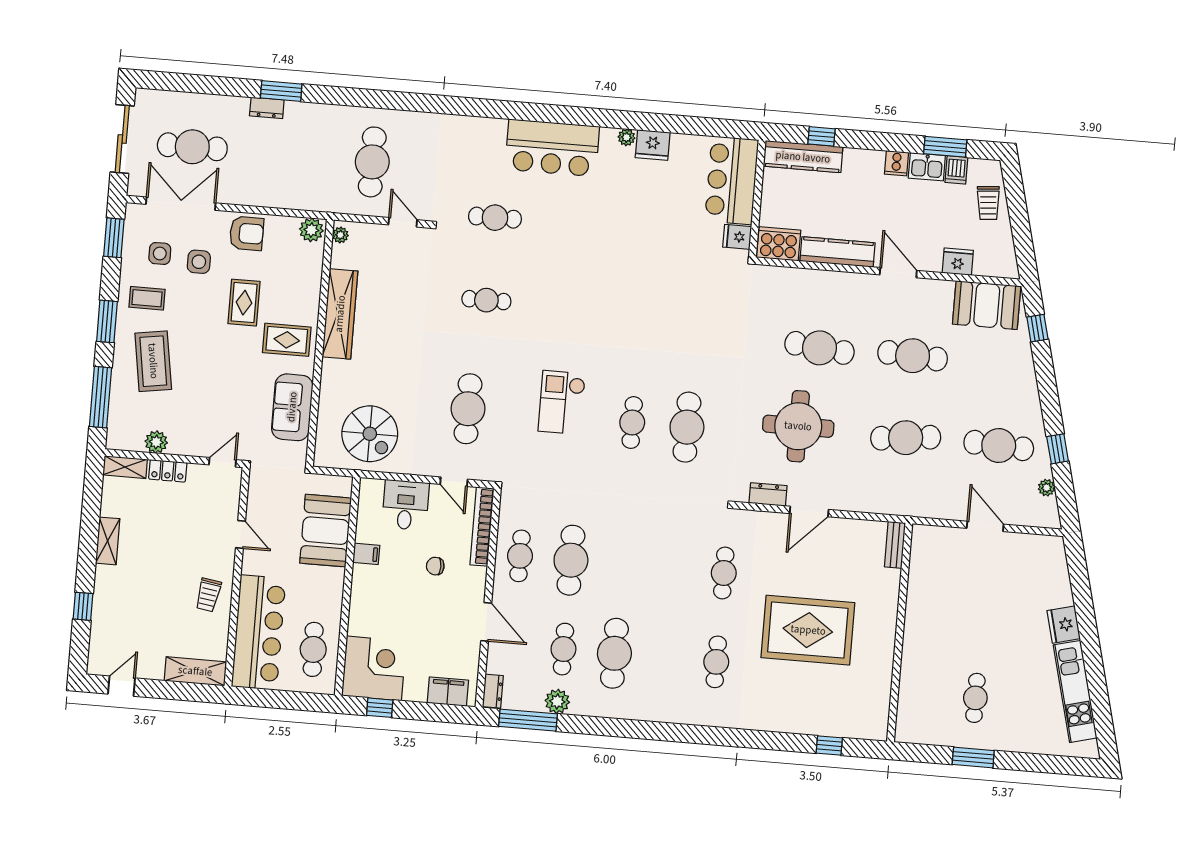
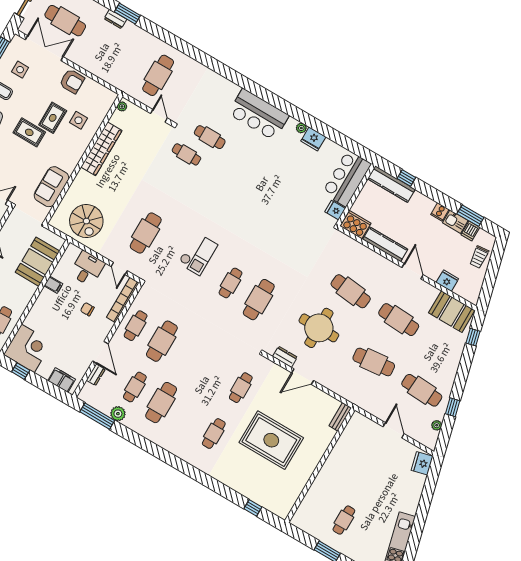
plant: (311, 230) -> (108, 96), removed
side table: (199, 262) -> (78, 120), moved
cafe table: (486, 300) -> (186, 154), moved
rug: (287, 340) -> (29, 132), moved
checkout: (562, 402) -> (198, 254), turned 180
fridge: (1064, 625) -> (422, 463), moved
dresser: (493, 691) -> (96, 375), moved

